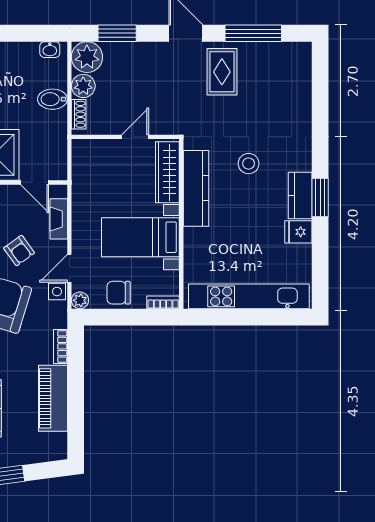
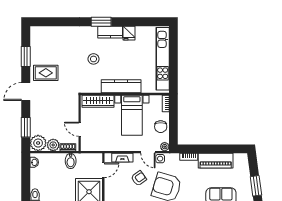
window: (253, 33) -> (26, 57), width x0.69
bidet: (52, 99) -> (71, 161), moved
door: (135, 137) -> (80, 129), moved
kitchen counter: (196, 188) -> (121, 86), moved
window: (320, 198) -> (101, 22), moved

